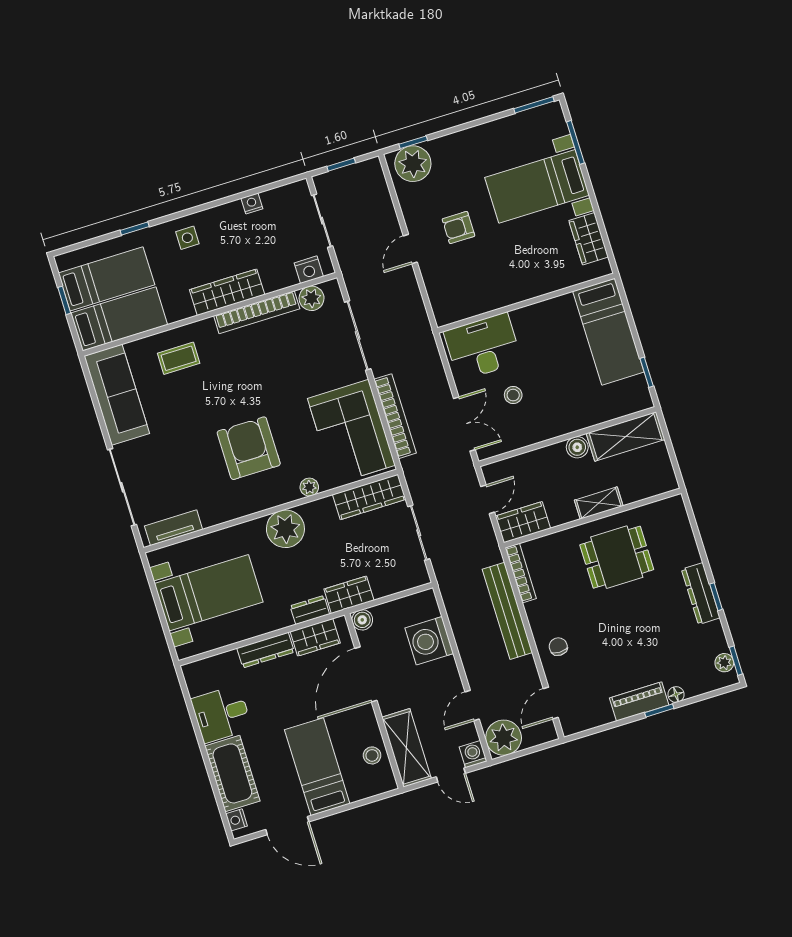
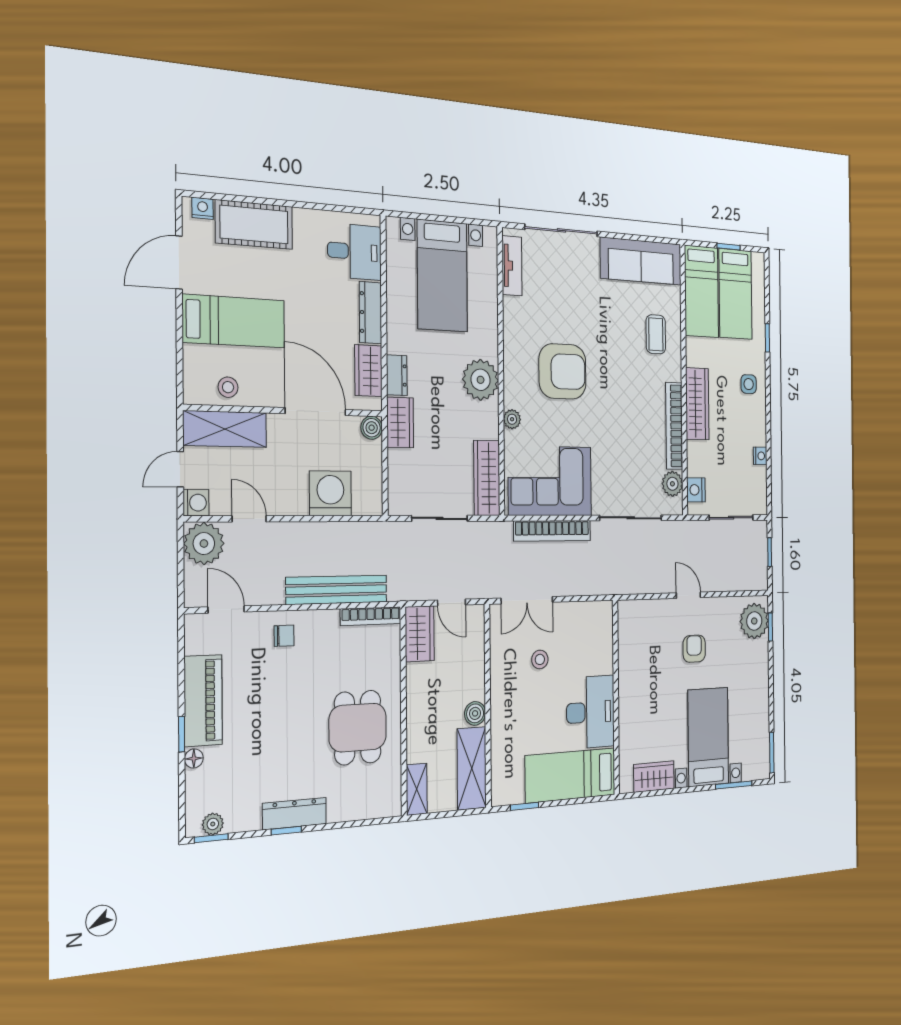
desk: (483, 347) -> (590, 712), moved
shelving: (599, 503) -> (417, 789), moved
piano: (639, 701) -> (203, 701), width x1.37, depth x1.33
desk: (221, 714) -> (354, 252), moved, turned 90

